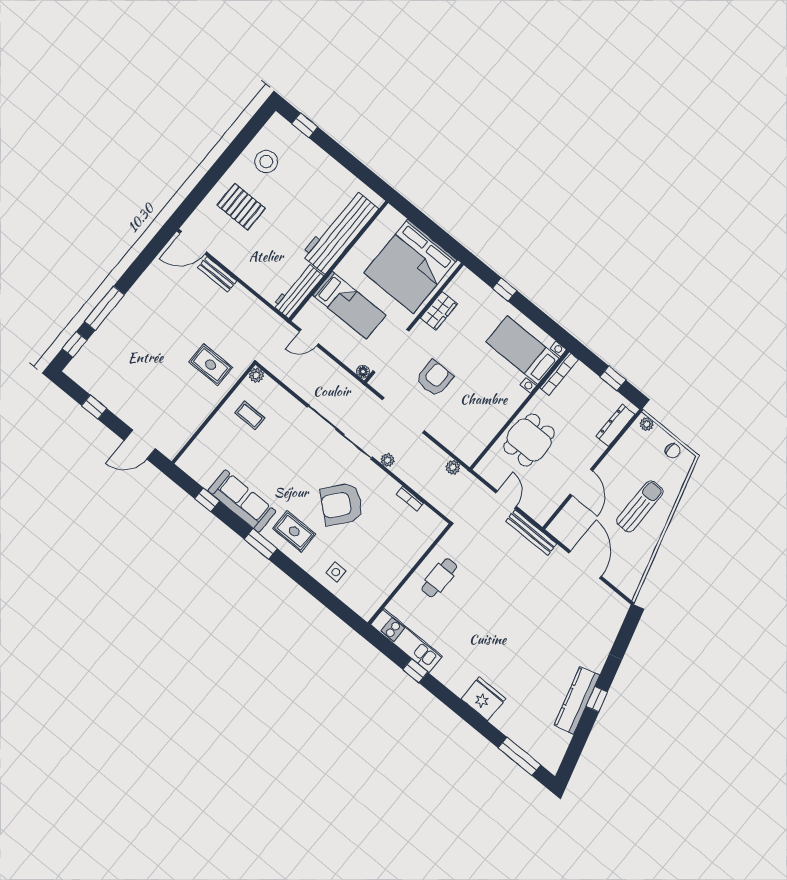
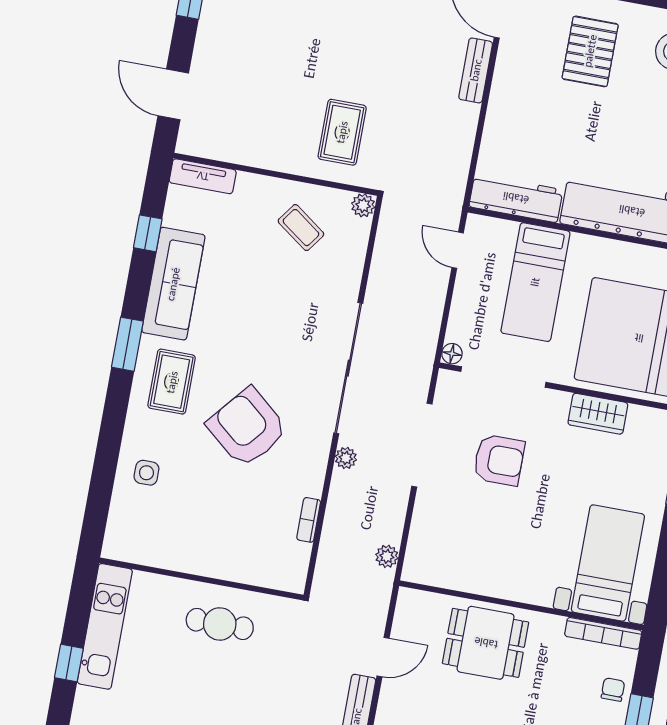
chair: (592, 385) -> (613, 690), added
coffee table: (250, 415) -> (301, 228), turned -54
tv unit: (193, 453) -> (203, 176), added

